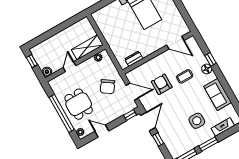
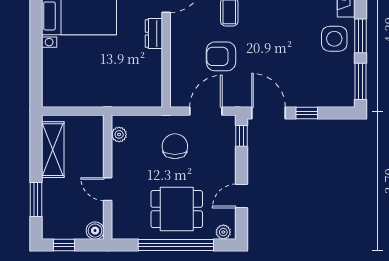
window: (46, 36) -> (36, 200), added
shelving: (87, 47) -> (53, 150), moved
dresser: (134, 59) -> (154, 34), moved
chair: (107, 87) -> (175, 146), turned -124
side table: (197, 121) -> (334, 39), moved

